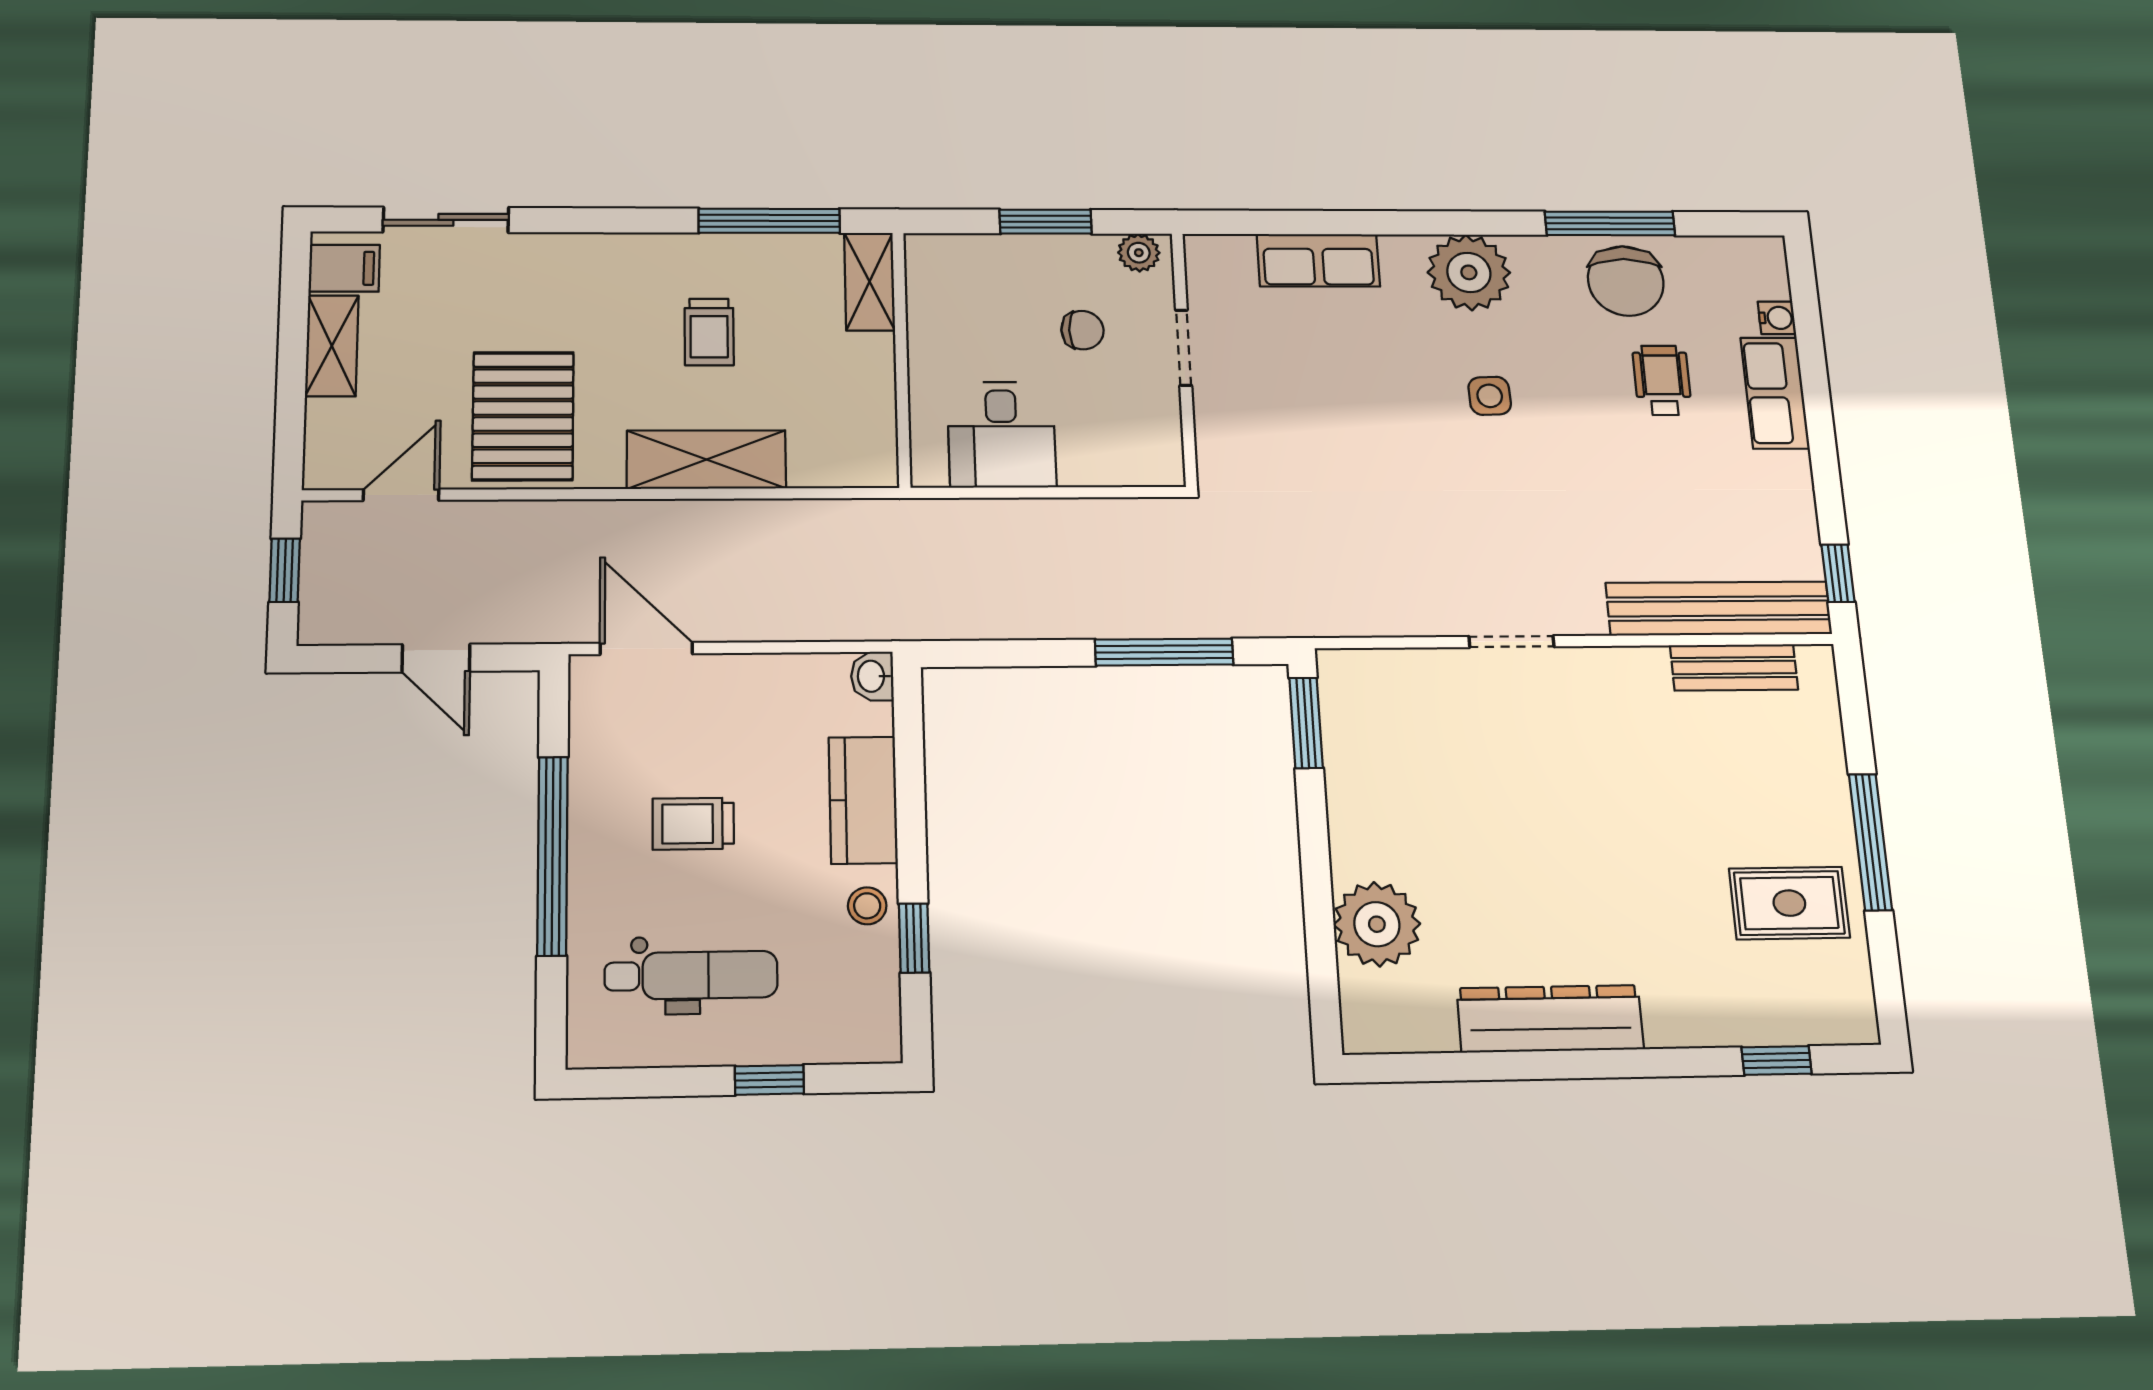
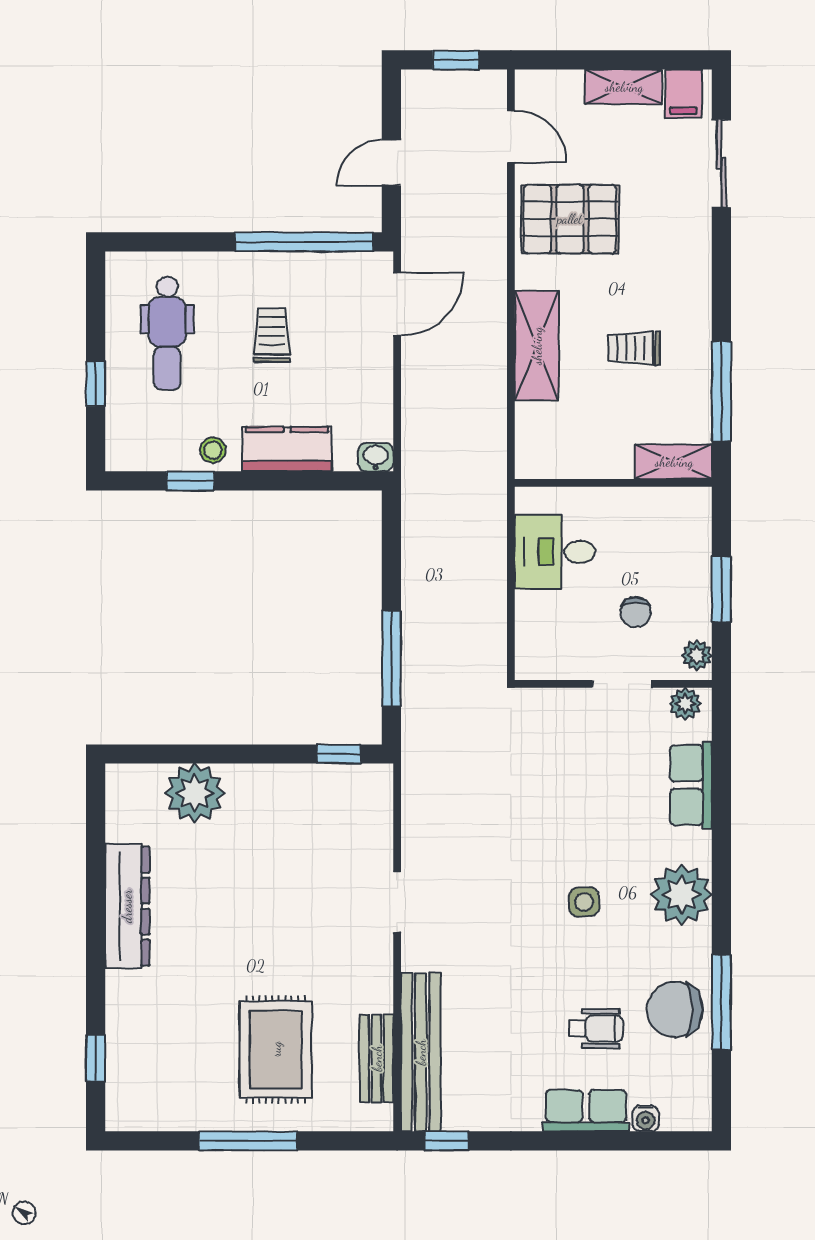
plant: (1206, 267) -> (685, 704), added
window: (1306, 723) -> (339, 754), width x0.67
window: (553, 856) -> (304, 242), moved
rug: (1789, 903) -> (276, 1049), moved, width x1.36, depth x1.43

